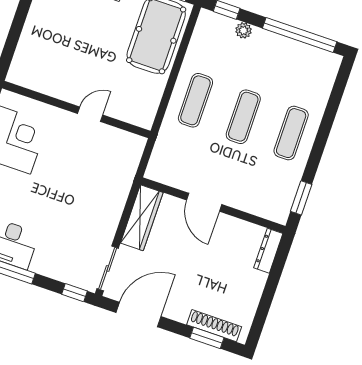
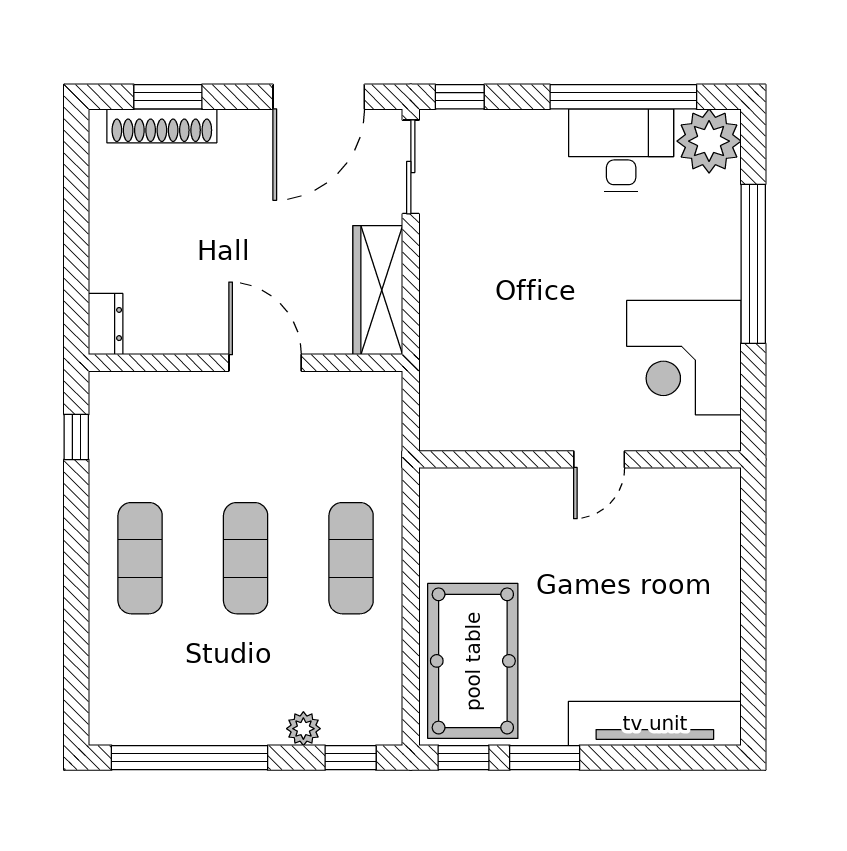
door: (90, 114) -> (599, 459), moved
window: (301, 198) -> (76, 437), width x0.67
dresser: (268, 251) -> (106, 324), width x0.70

